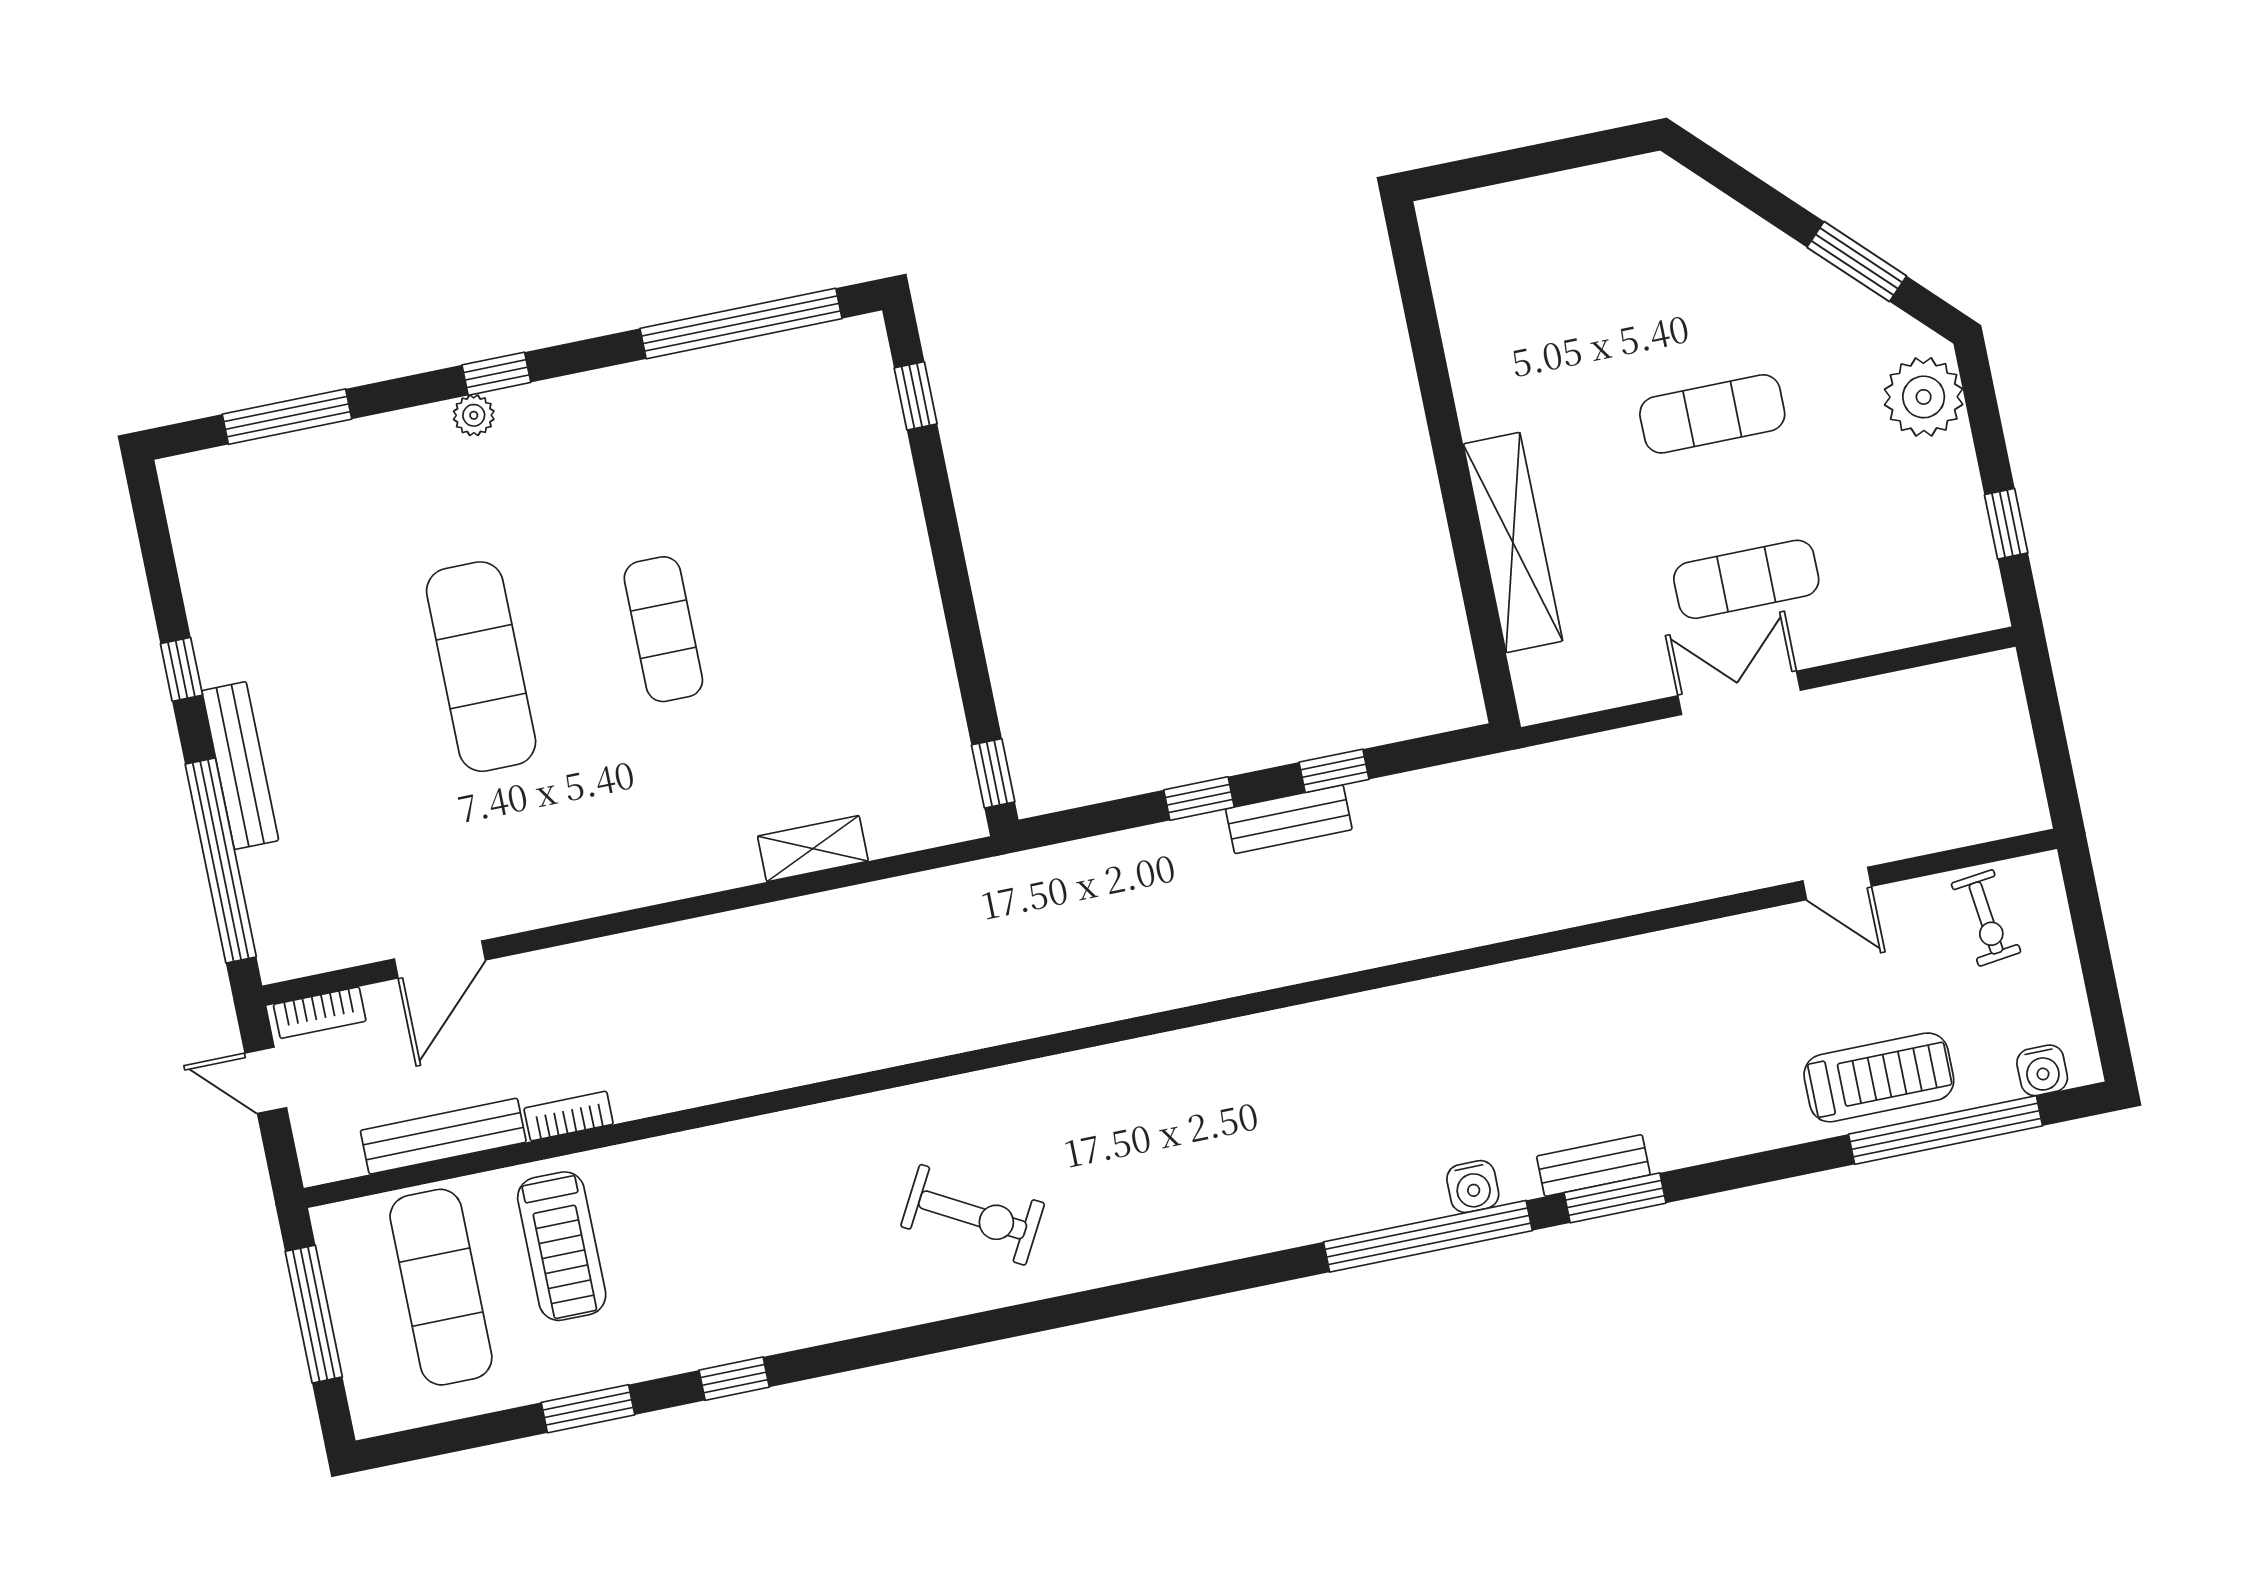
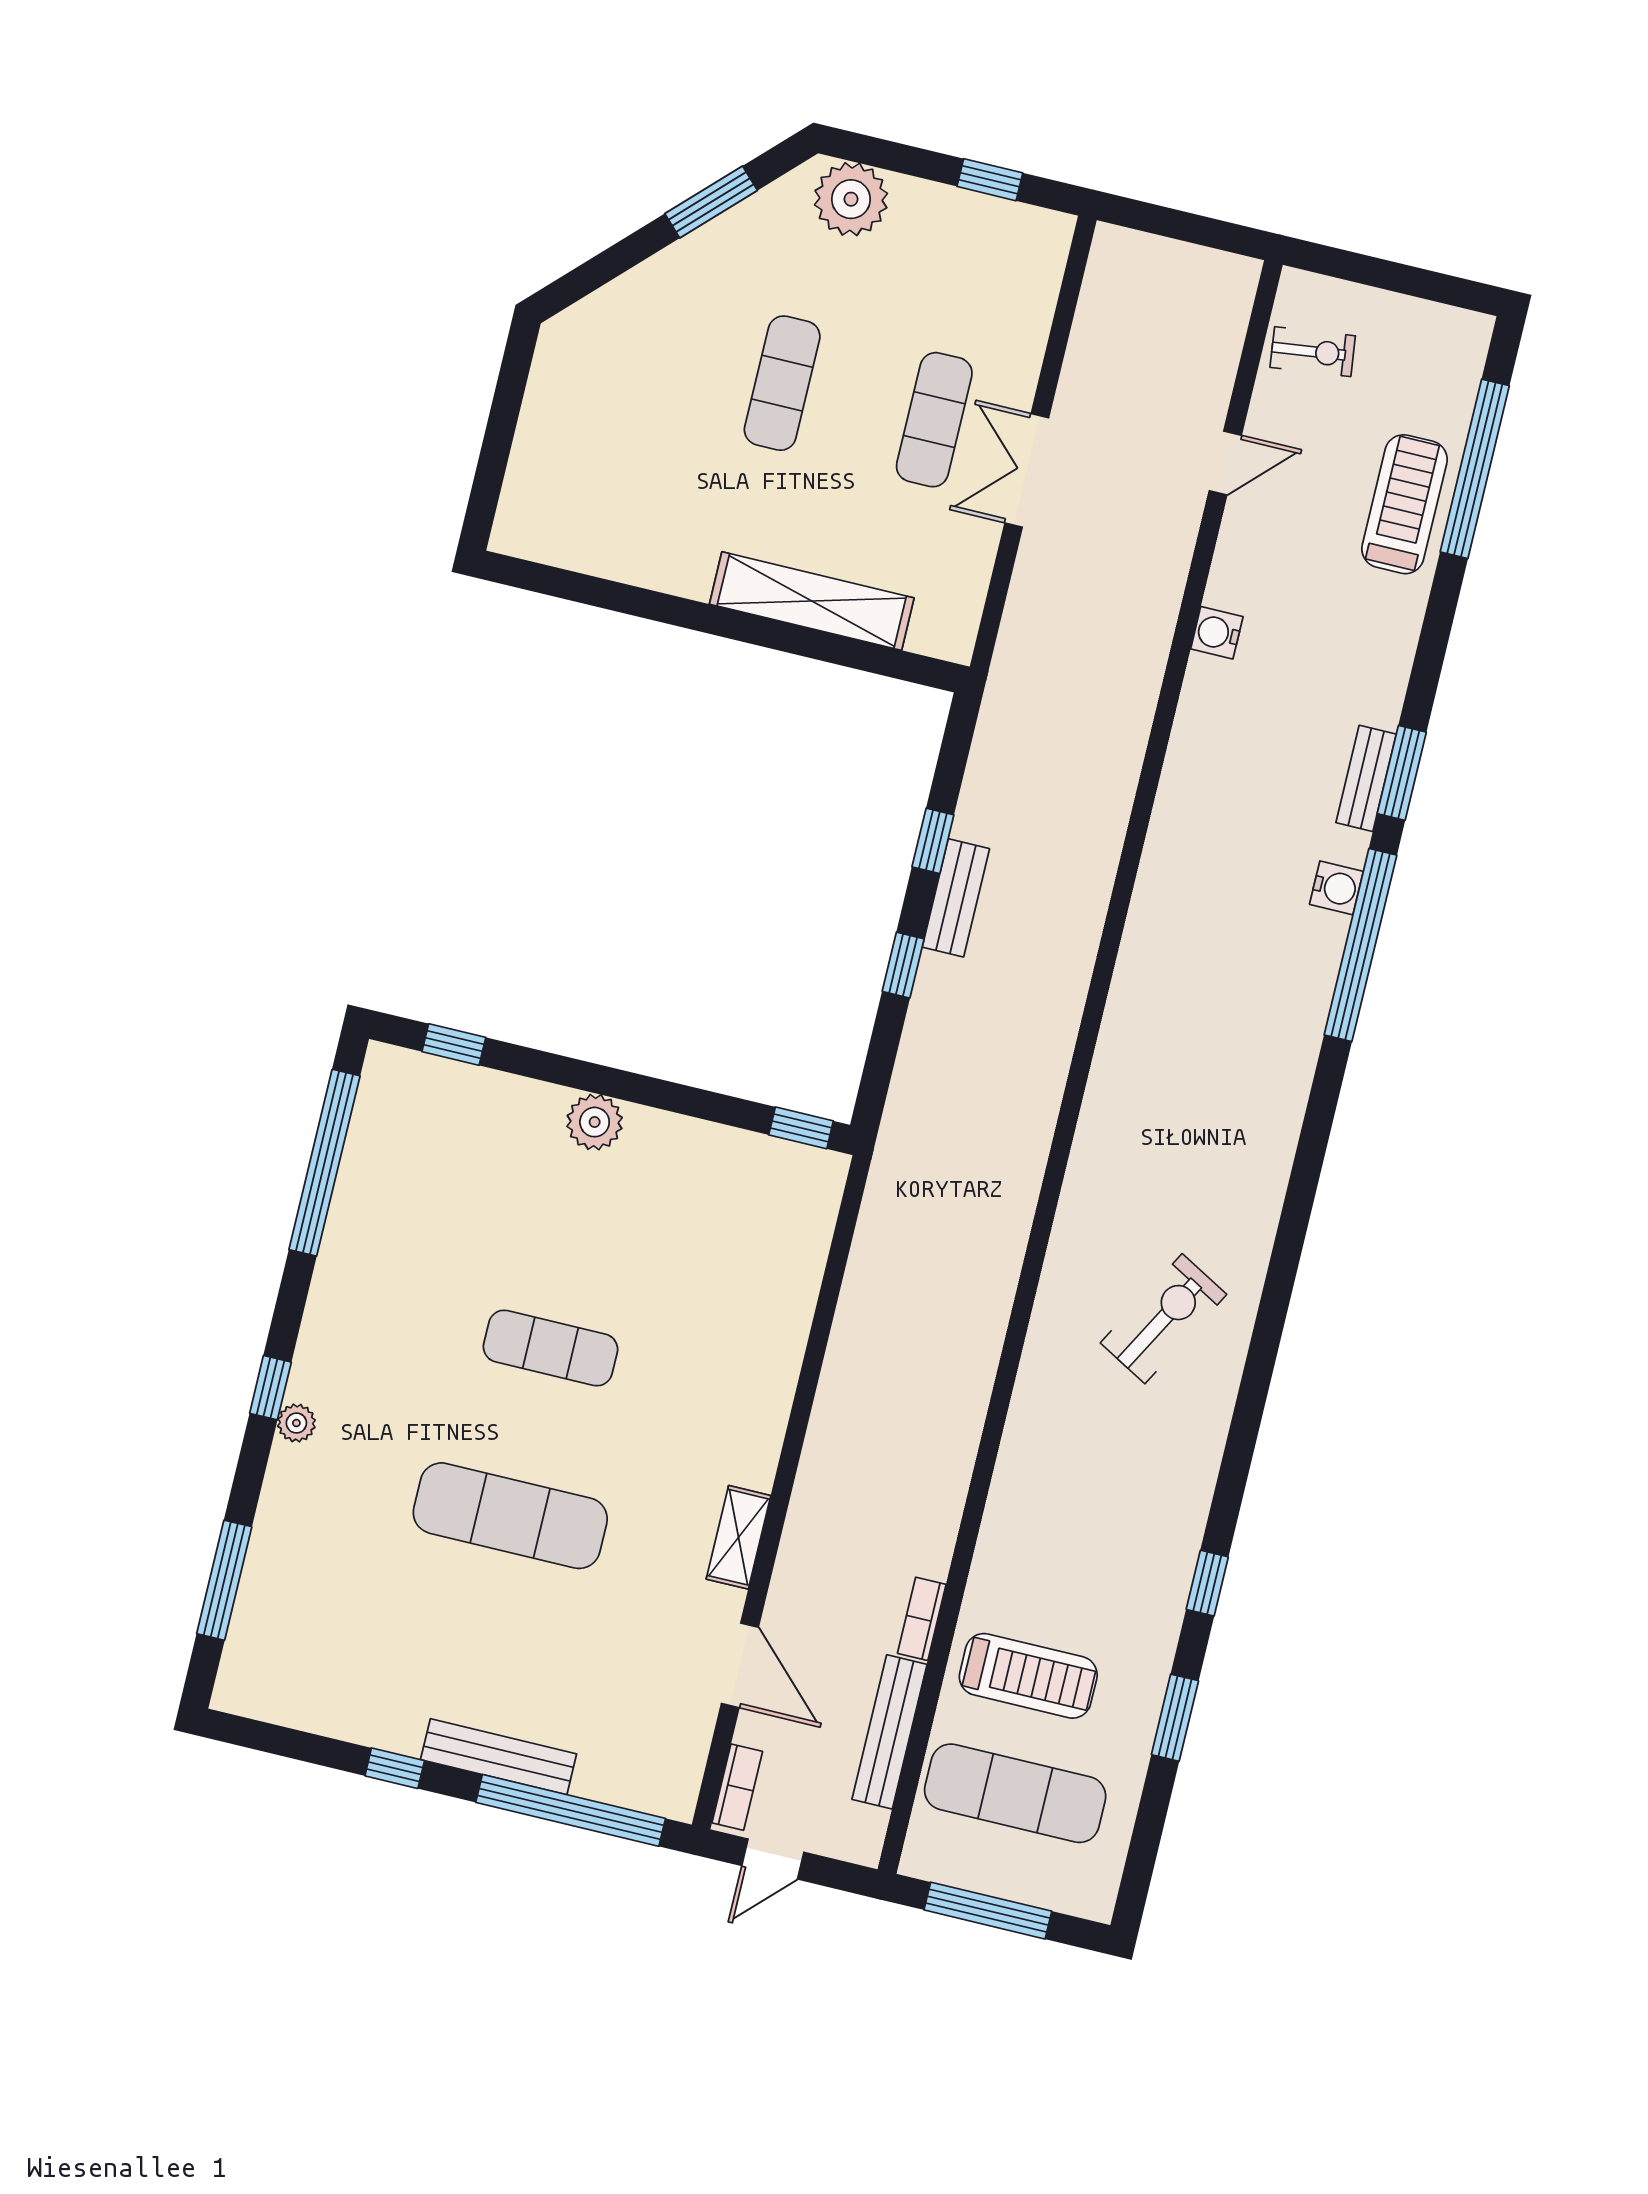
plant: (904, 569) -> (595, 1122), added
shelving: (813, 849) -> (739, 1537), moved
water cooler: (2042, 1070) -> (1217, 633), moved, turned 180

